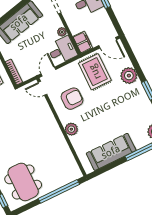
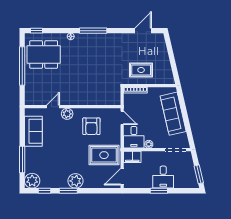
plant: (129, 76) -> (76, 181), moved
door: (43, 88) -> (53, 107), moved
sofa: (111, 152) -> (33, 131), width x0.73
window: (59, 191) -> (22, 66), moved

